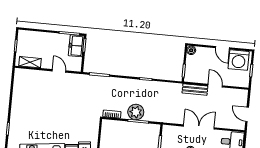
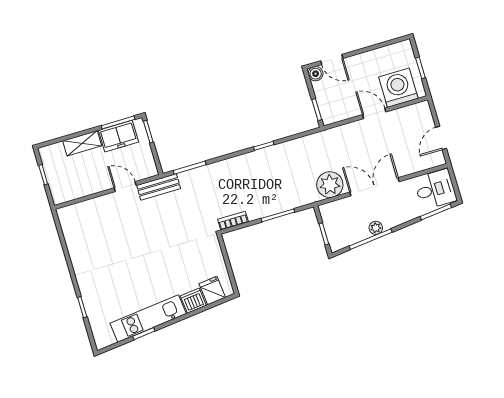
freezer: (76, 46) -> (119, 136), moved, turned -90
door: (222, 48) -> (332, 60), moved
washing machine: (239, 60) -> (398, 88), moved, turned 180
shelving: (30, 62) -> (82, 143), moved
bench: (195, 90) -> (159, 187), moved
plant: (136, 112) -> (330, 185), moved
door: (247, 114) -> (441, 138), hinge flipped

